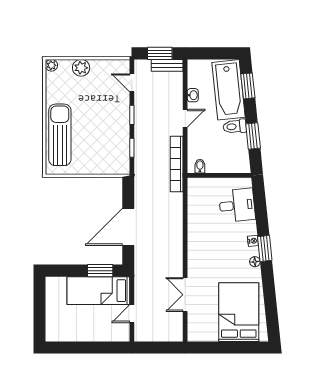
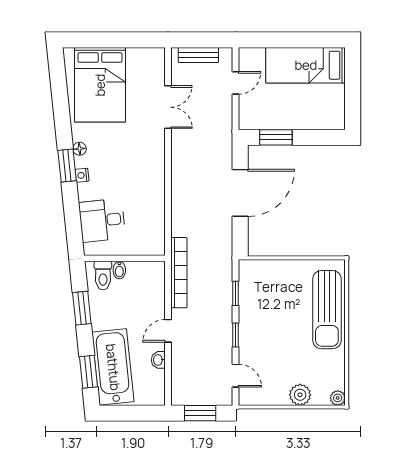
bench: (167, 65) -> (198, 55), moved
toilet: (235, 126) -> (103, 276), moved, turned 96
bidet: (200, 166) -> (119, 270), moved
bed: (98, 291) -> (306, 65), moved, turned 180

